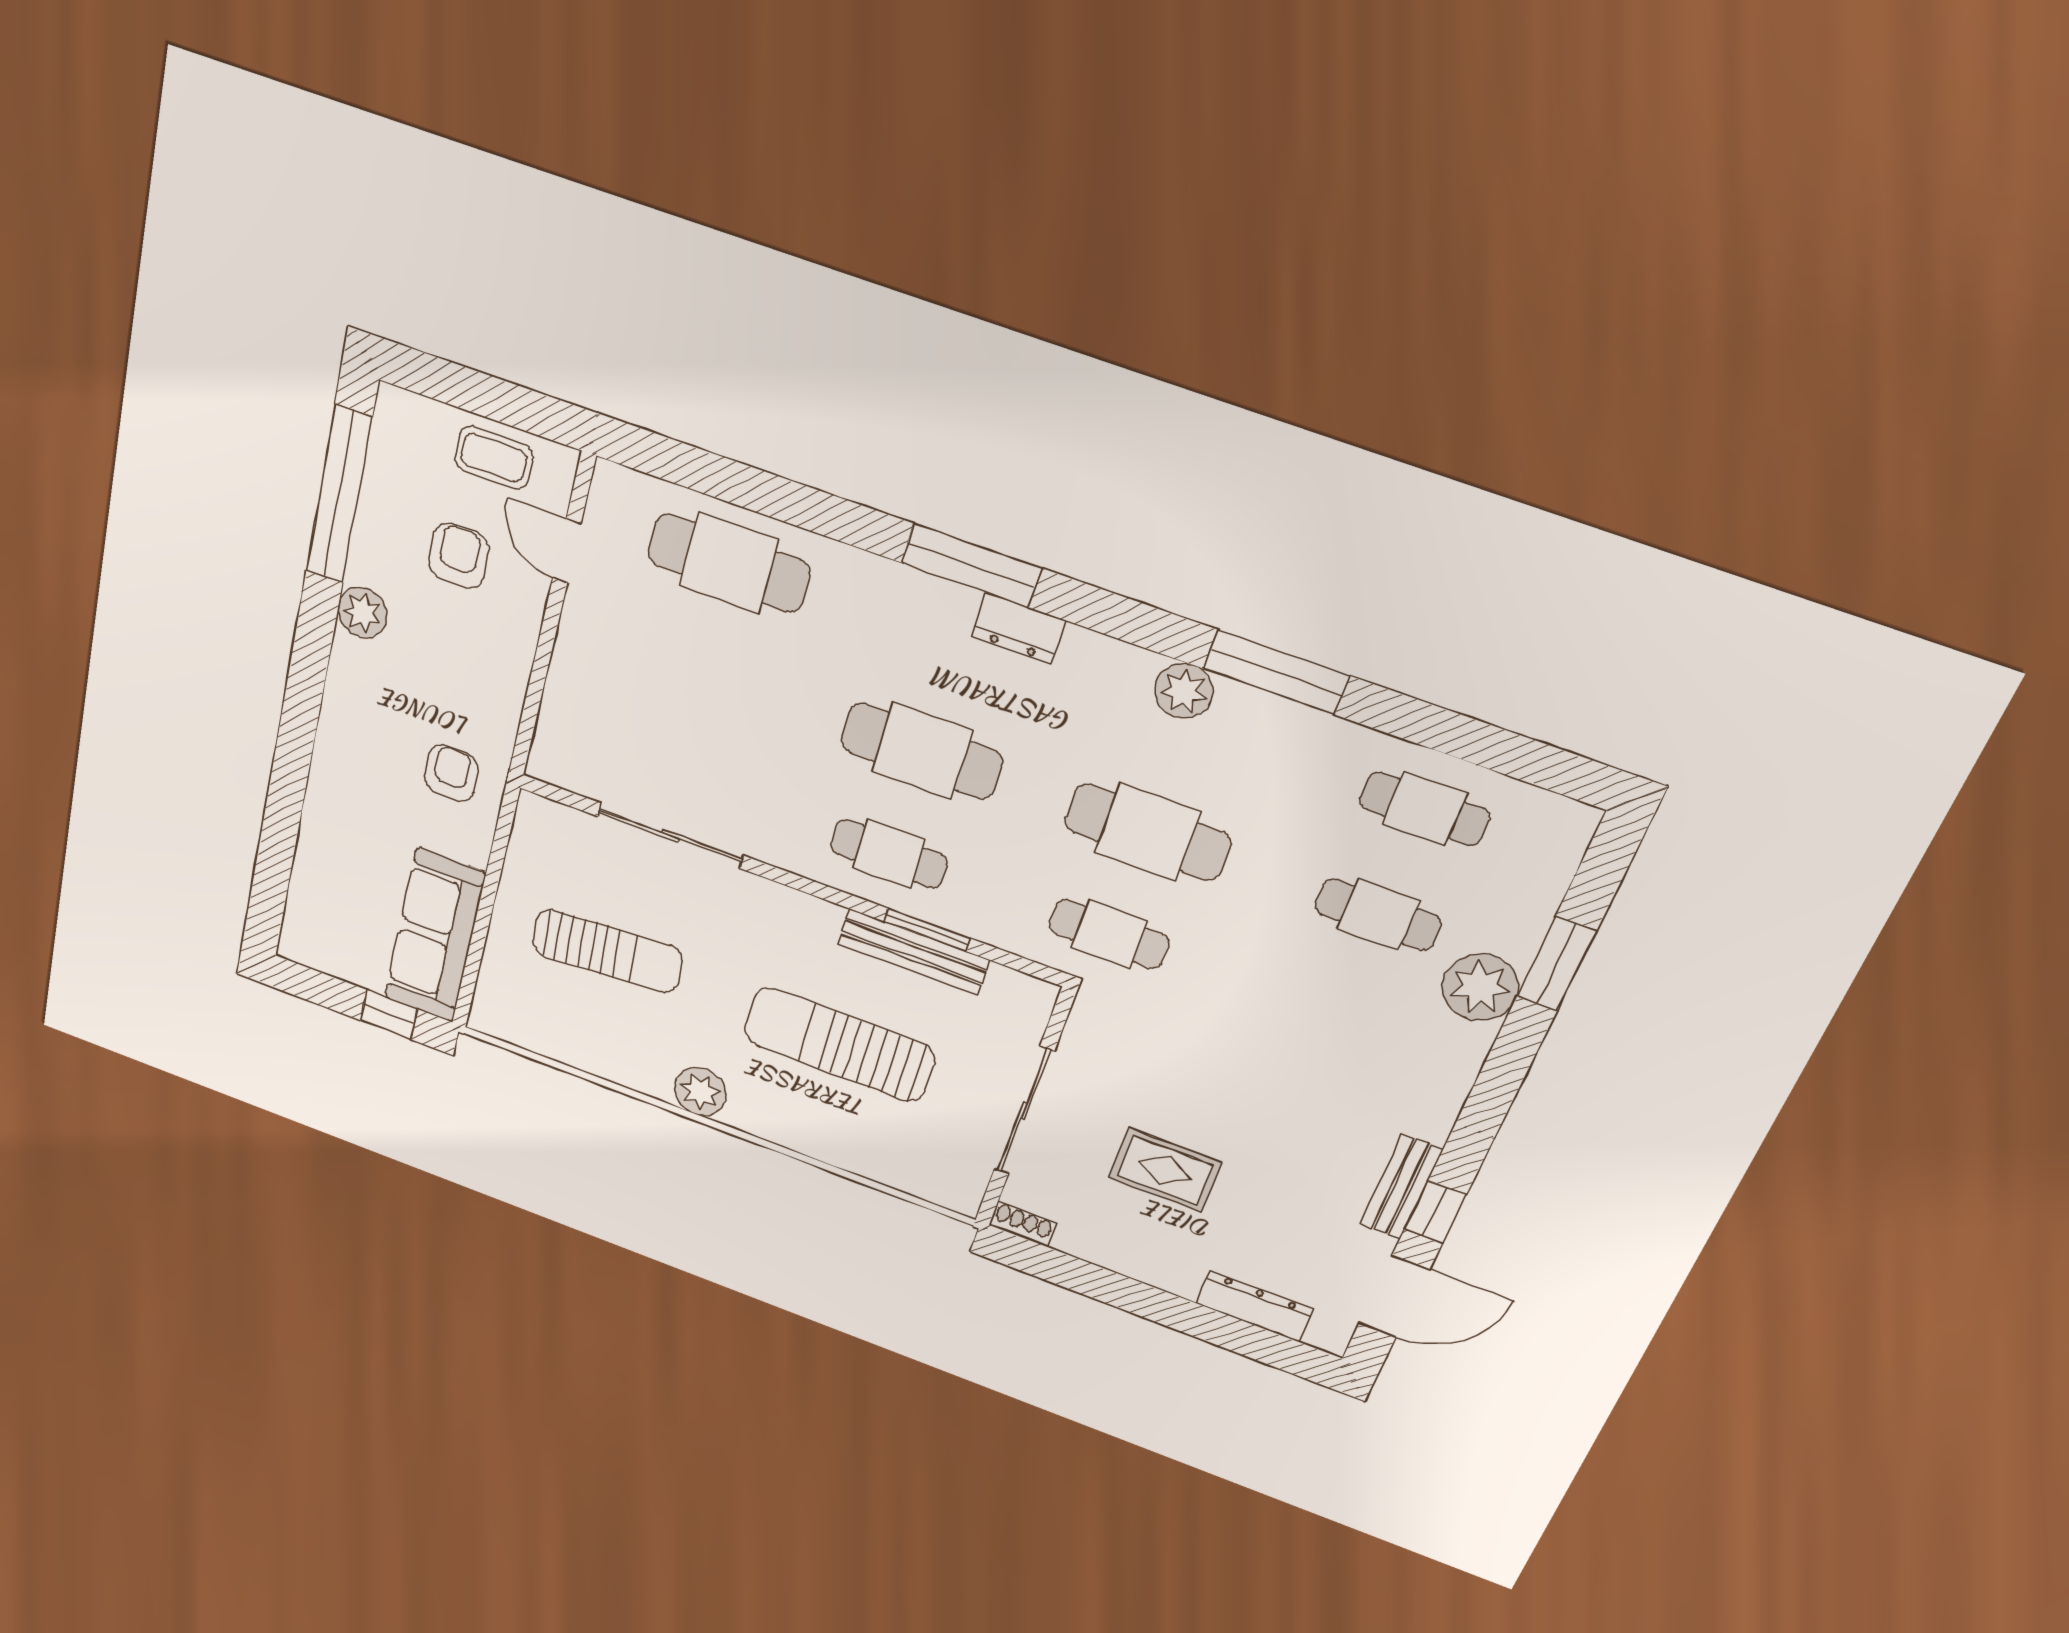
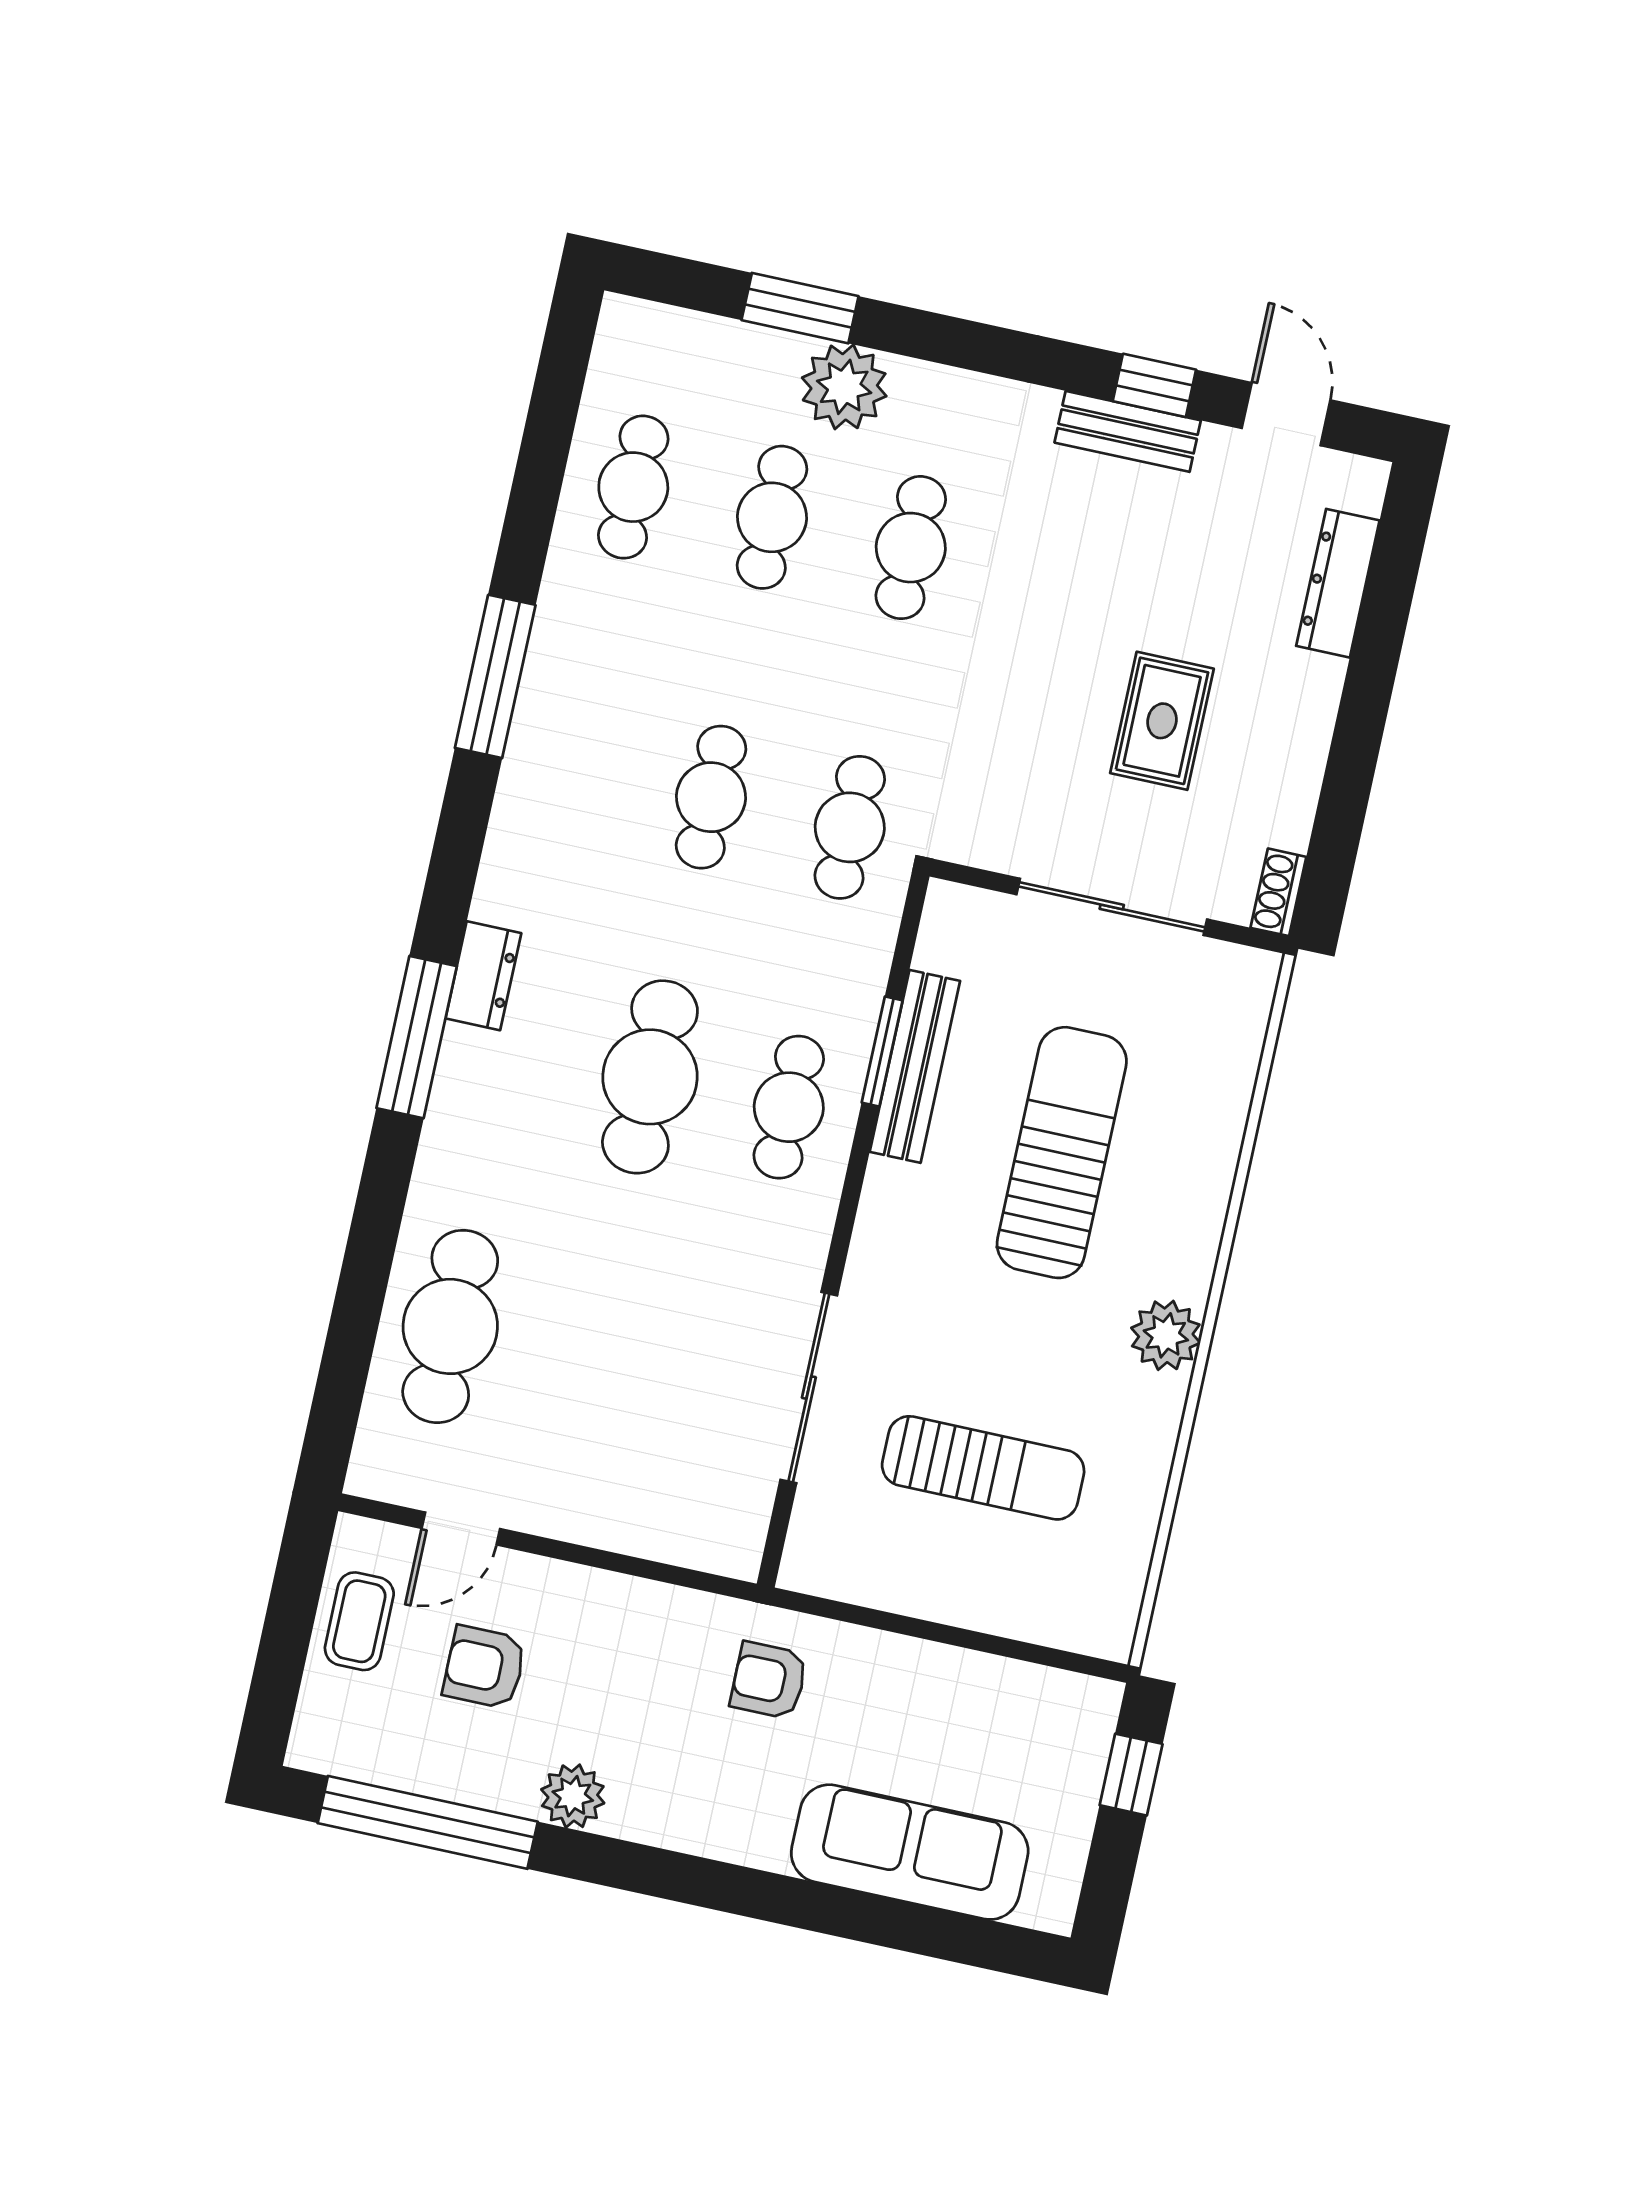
plant: (1184, 691) -> (532, 777), removed
cafe table: (1148, 832) -> (711, 797), width x0.73, depth x0.74
sofa: (435, 936) -> (910, 1852), moved, turned 180
sun lounger: (607, 951) -> (983, 1468), turned 94
cafe table: (1334, 1016) -> (911, 548), added
sun lounger: (839, 1044) -> (1062, 1153), turned 180
door: (1394, 1297) -> (1286, 414), width x0.73

